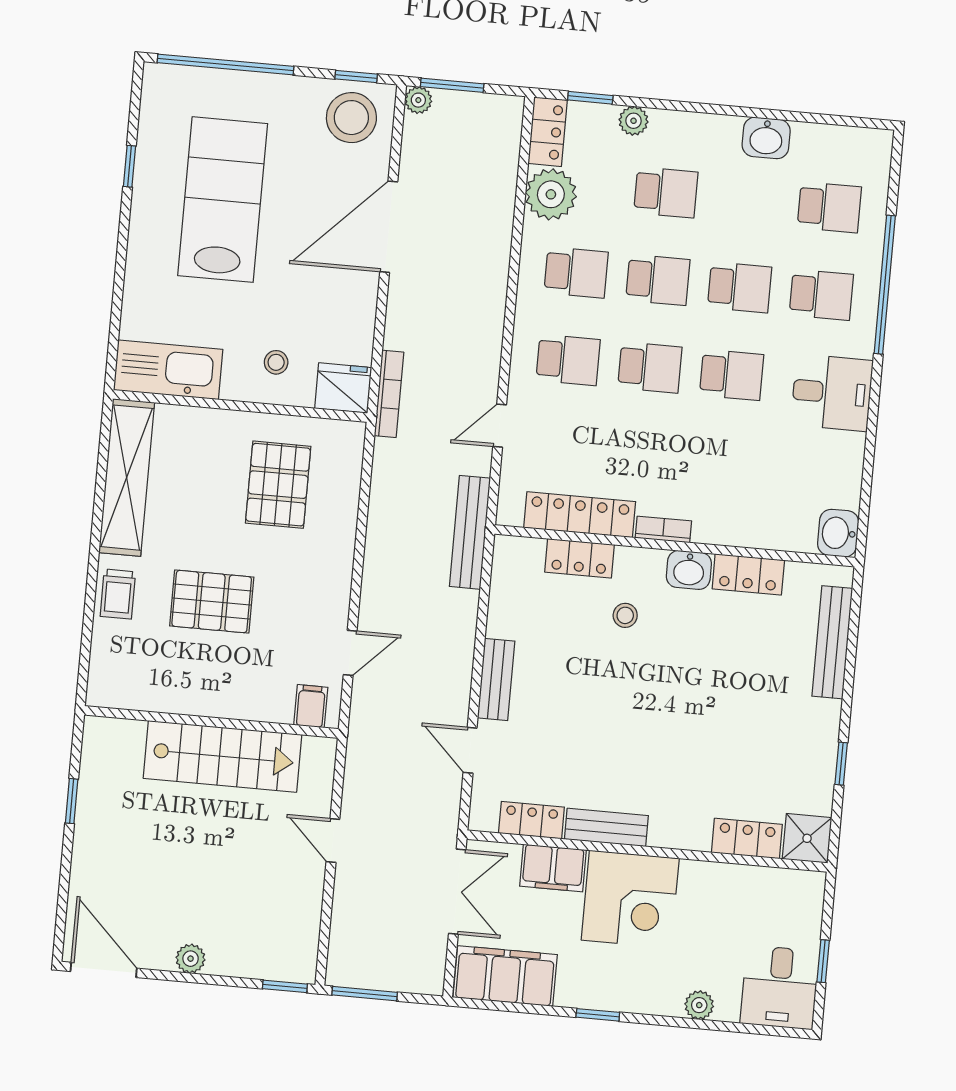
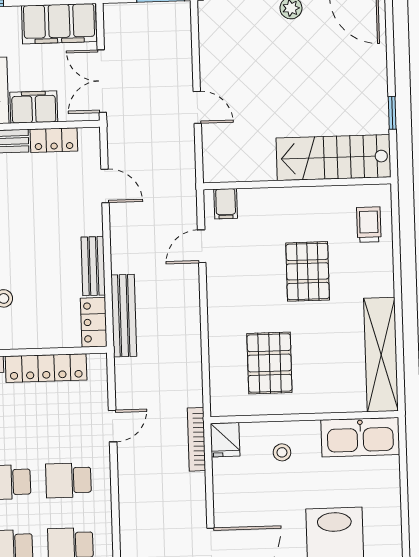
fridge: (343, 388) -> (225, 440), width x0.72
bench: (470, 532) -> (124, 316), moved
locker: (580, 558) -> (94, 322), moved, turned -90
trolley: (118, 594) -> (369, 225), moved
pallet: (212, 602) -> (308, 271), turned 90
bench: (496, 680) -> (93, 266), moved
stairs: (223, 756) -> (334, 158), moved

